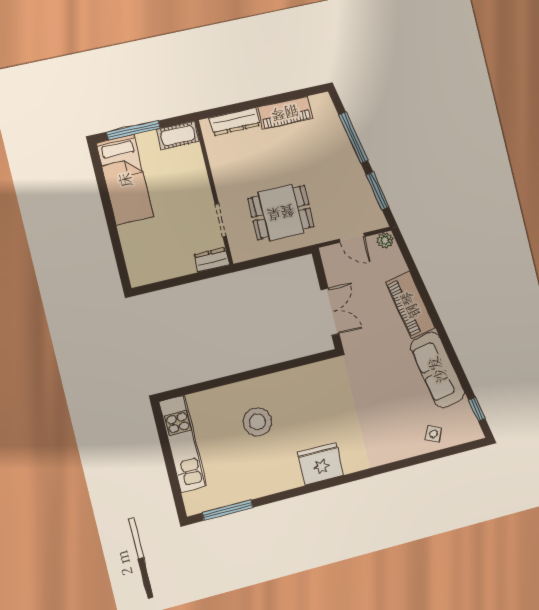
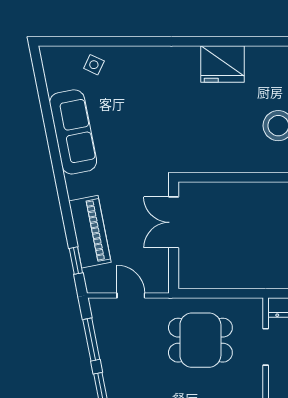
plant: (385, 240) -> (96, 285), removed
piano: (410, 305) -> (90, 232), moved
window: (477, 409) -> (76, 261), moved

